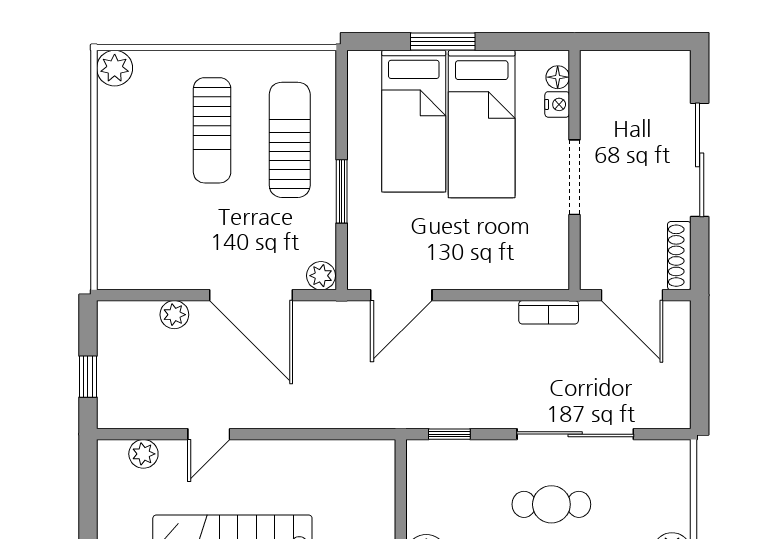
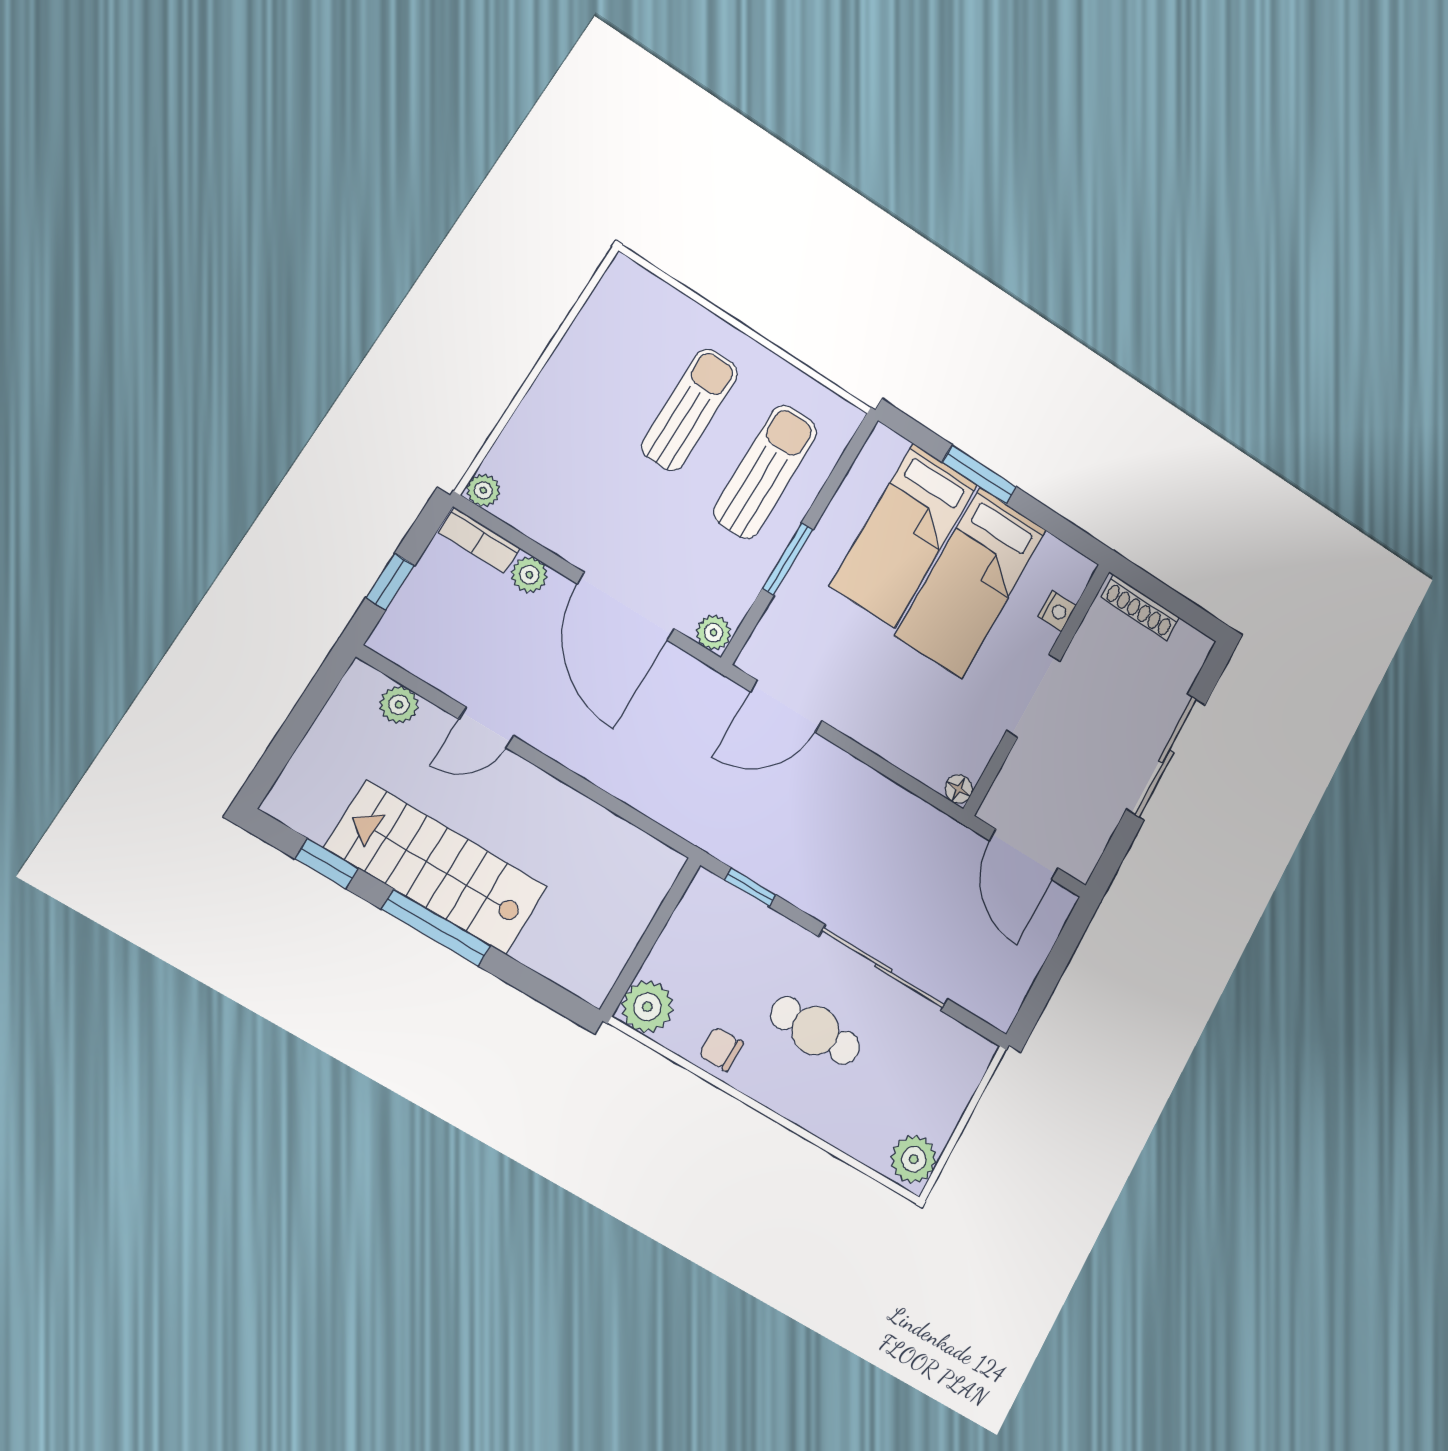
plant: (115, 68) -> (483, 490), moved, width x0.73, depth x0.73
floor lamp: (558, 77) -> (959, 789), moved
sun lounger: (212, 130) -> (690, 410), turned 180
shoe rack: (679, 256) -> (1140, 607), moved, turned -90
bookcase: (549, 312) -> (479, 540), moved

